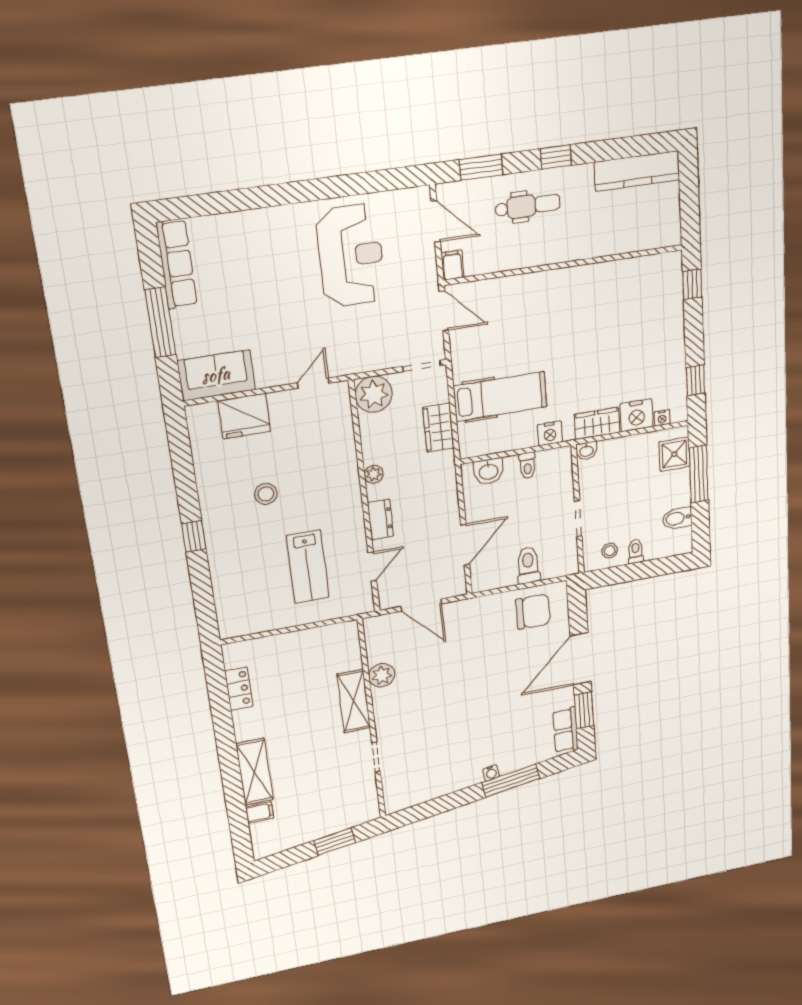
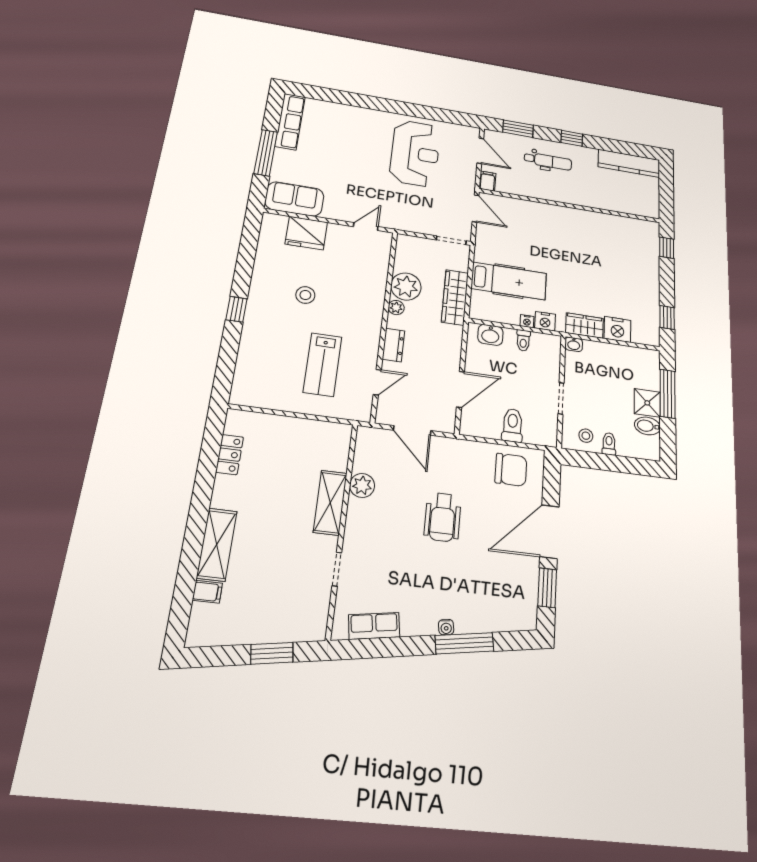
plant: (374, 394) -> (406, 287), moved
nightstand: (662, 418) -> (527, 321), moved
wardrobe: (438, 428) -> (455, 297), width x1.50
shower: (674, 454) -> (647, 403), moved
wheelchair: (470, 679) -> (443, 517), added
row of seats: (566, 730) -> (374, 626), moved, turned 82

